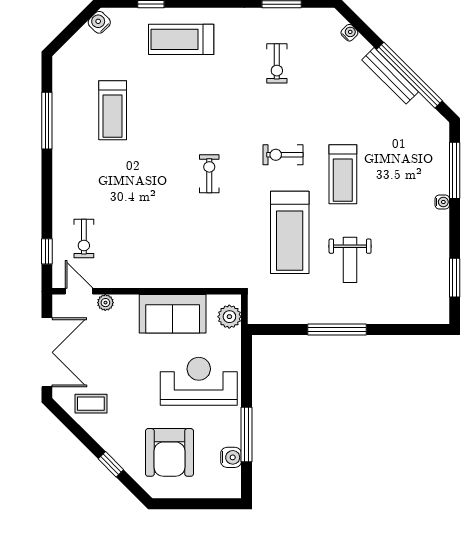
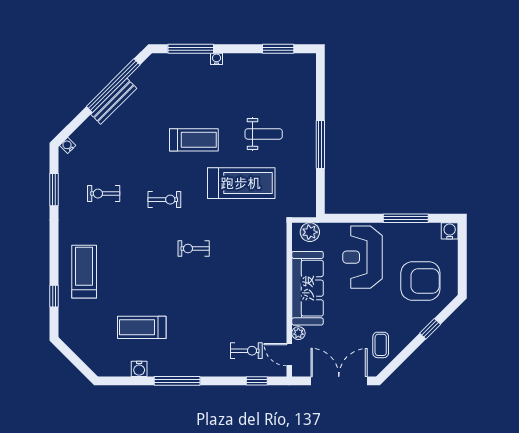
water cooler: (99, 22) -> (139, 369), moved, turned -45
water cooler: (349, 33) -> (68, 145), moved
treadmill: (181, 39) -> (84, 272), turned 180
exercise bike: (277, 63) -> (104, 194), turned 180
treadmill: (113, 110) -> (142, 327), turned 180
window: (47, 121) -> (177, 381), moved
exercise bike: (283, 155) -> (164, 200), moved, turned -90
door: (79, 291) -> (289, 355), hinge flipped
sofa: (173, 314) -> (308, 288), width x1.36
water cooler: (231, 457) -> (450, 231), moved

